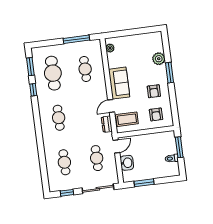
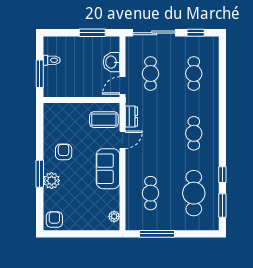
plant: (159, 59) -> (52, 181), moved
armchair: (156, 114) -> (54, 220), moved

